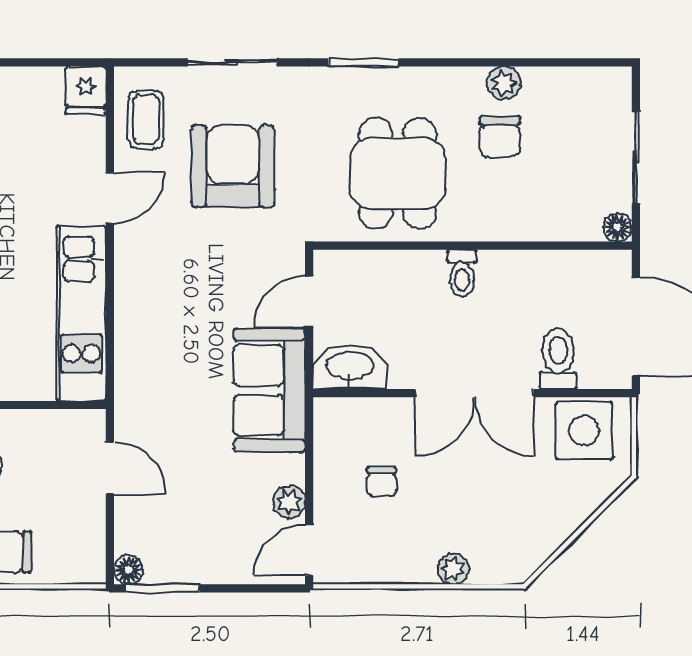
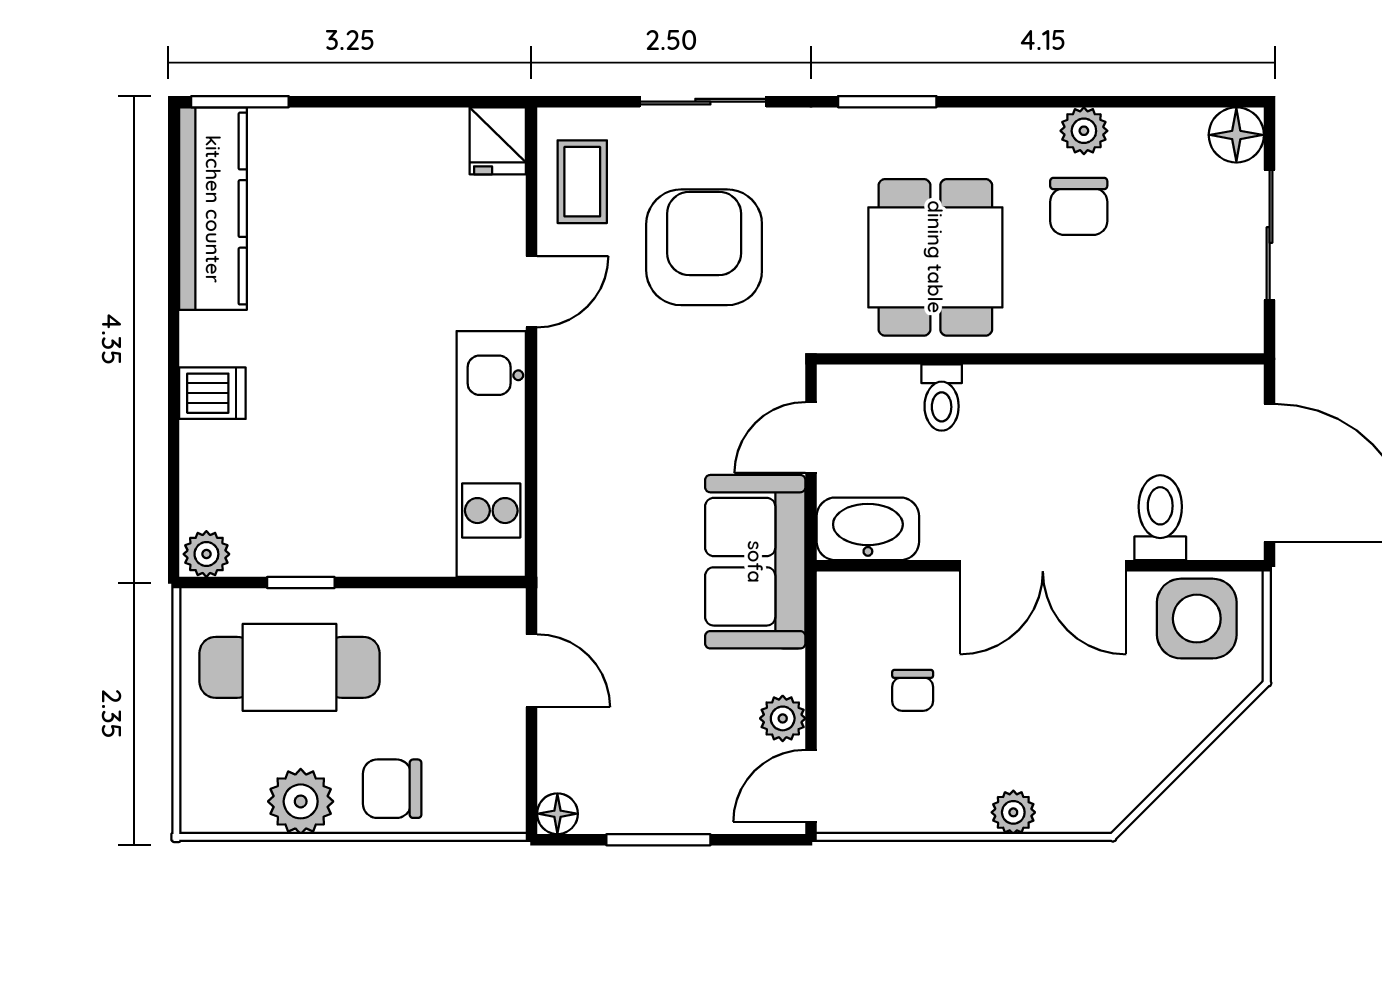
floor lamp: (618, 227) -> (1236, 135), moved, width x1.37, depth x1.37
toilet: (462, 273) -> (942, 398), moved
window: (162, 588) -> (658, 840), moved

